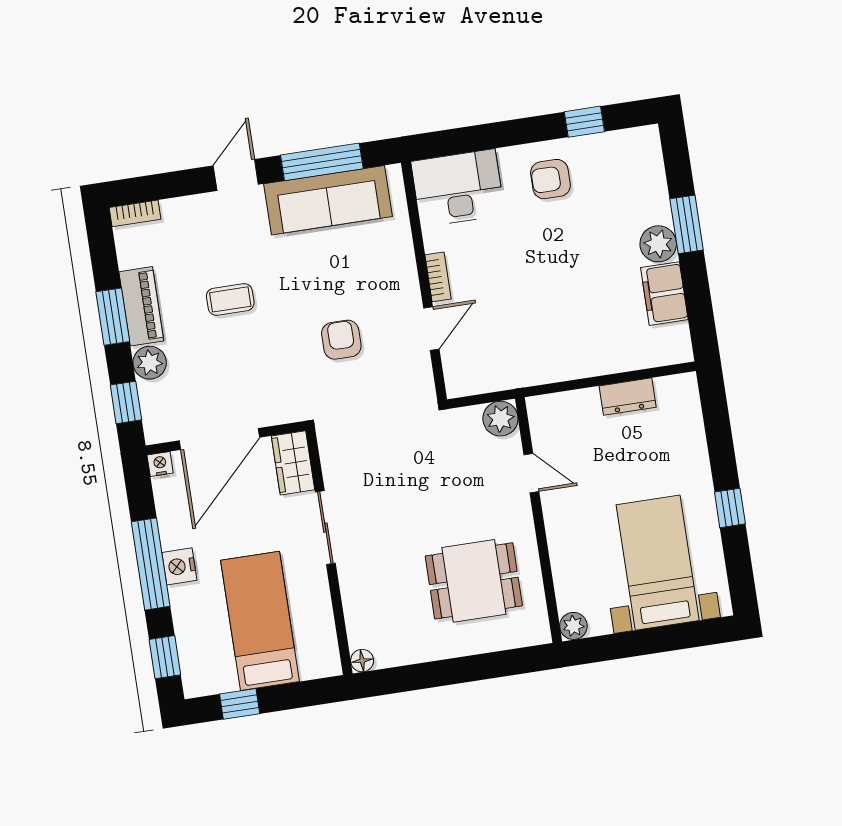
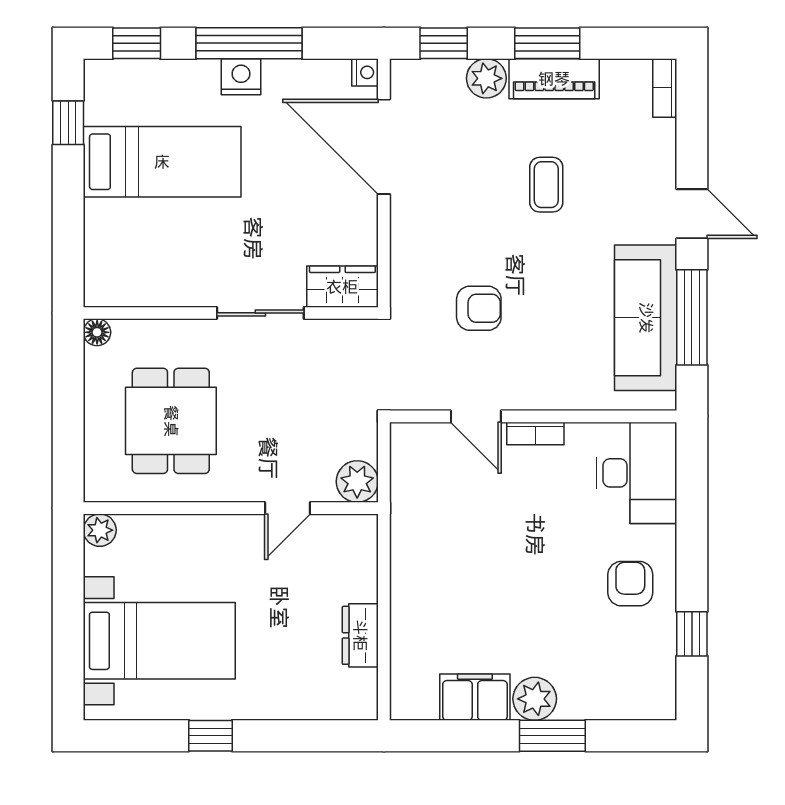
wardrobe: (293, 463) -> (342, 287), moved
sliding door: (325, 528) -> (260, 313), moved
wall: (329, 552) -> (231, 313), moved
floor lamp: (362, 661) -> (97, 332), moved

